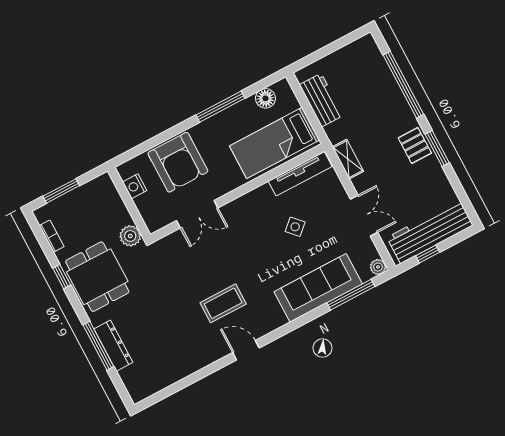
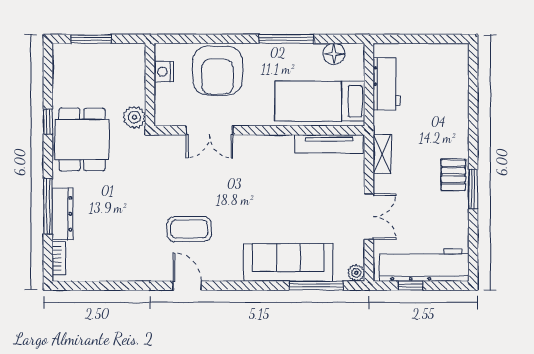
window: (403, 85) -> (473, 111), removed
side table: (295, 227) -> (297, 192), removed
bookcase: (52, 236) -> (59, 258), moved

